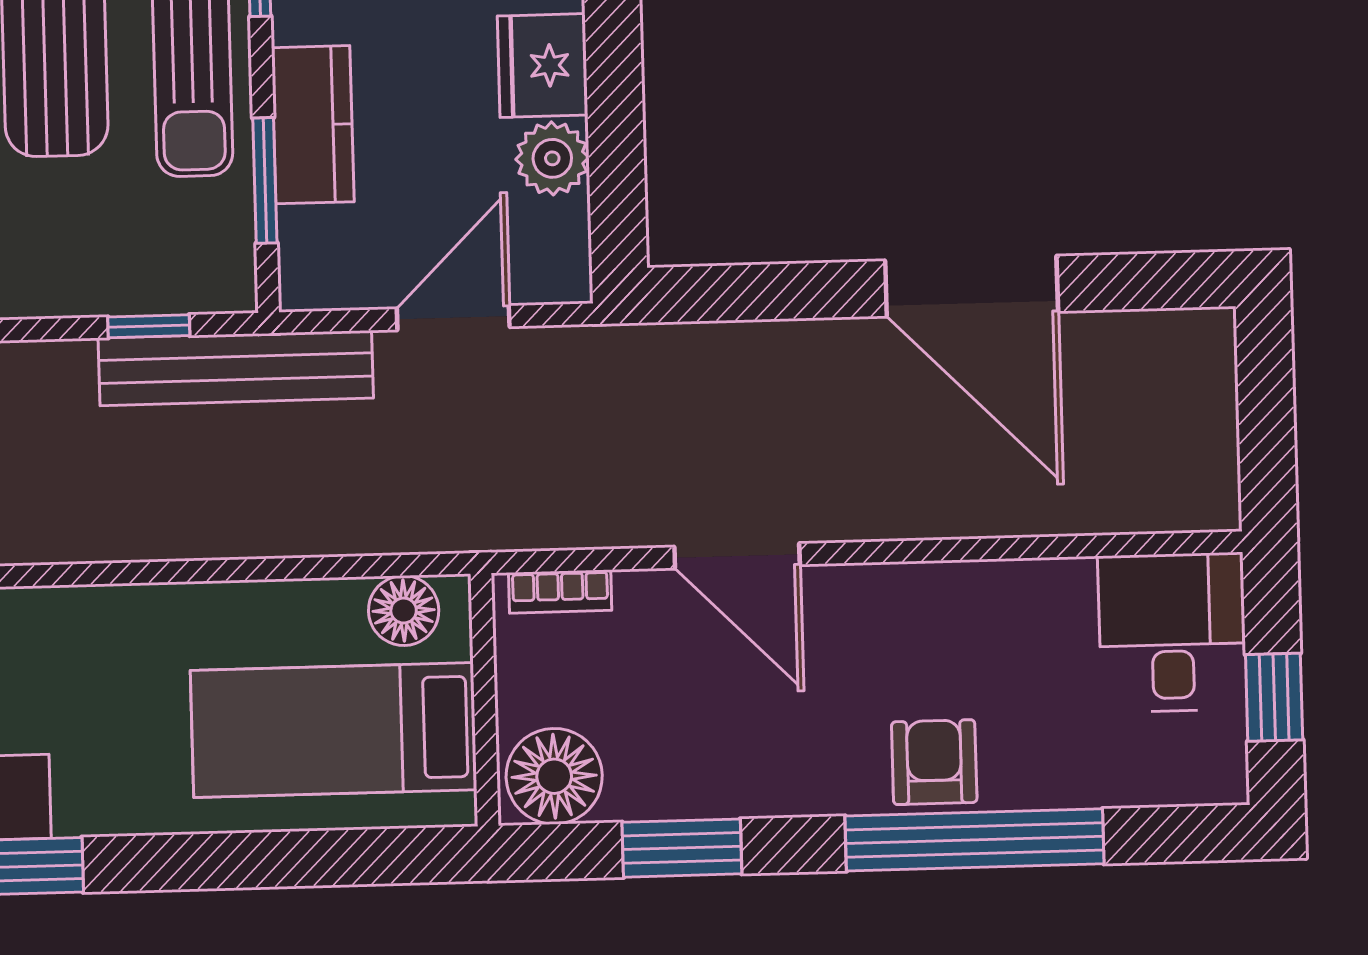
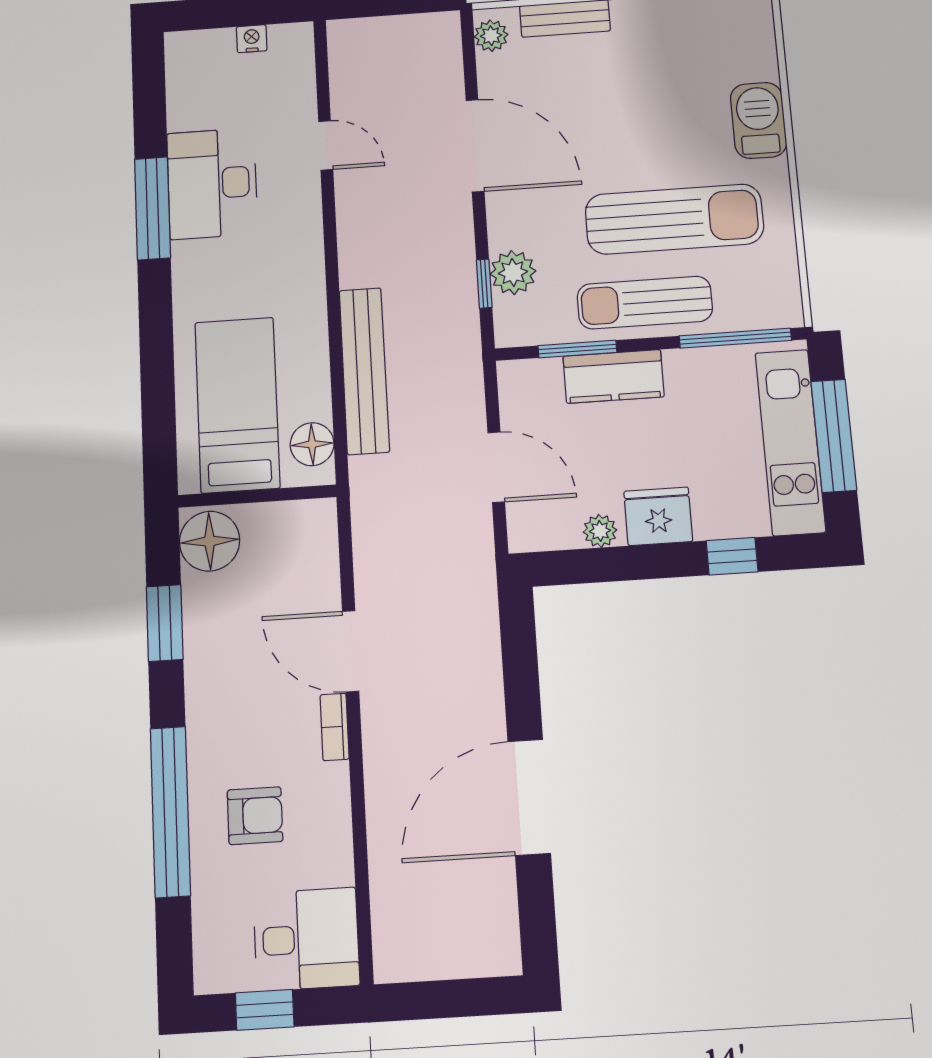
plant: (552, 158) -> (600, 531), width x0.73, depth x0.73
plant: (132, 279) -> (513, 273), added
bench: (236, 368) -> (364, 371), moved
door: (737, 556) -> (351, 651), hinge flipped
bookcase: (560, 592) -> (335, 727), moved
armchair: (934, 762) -> (255, 816), moved

